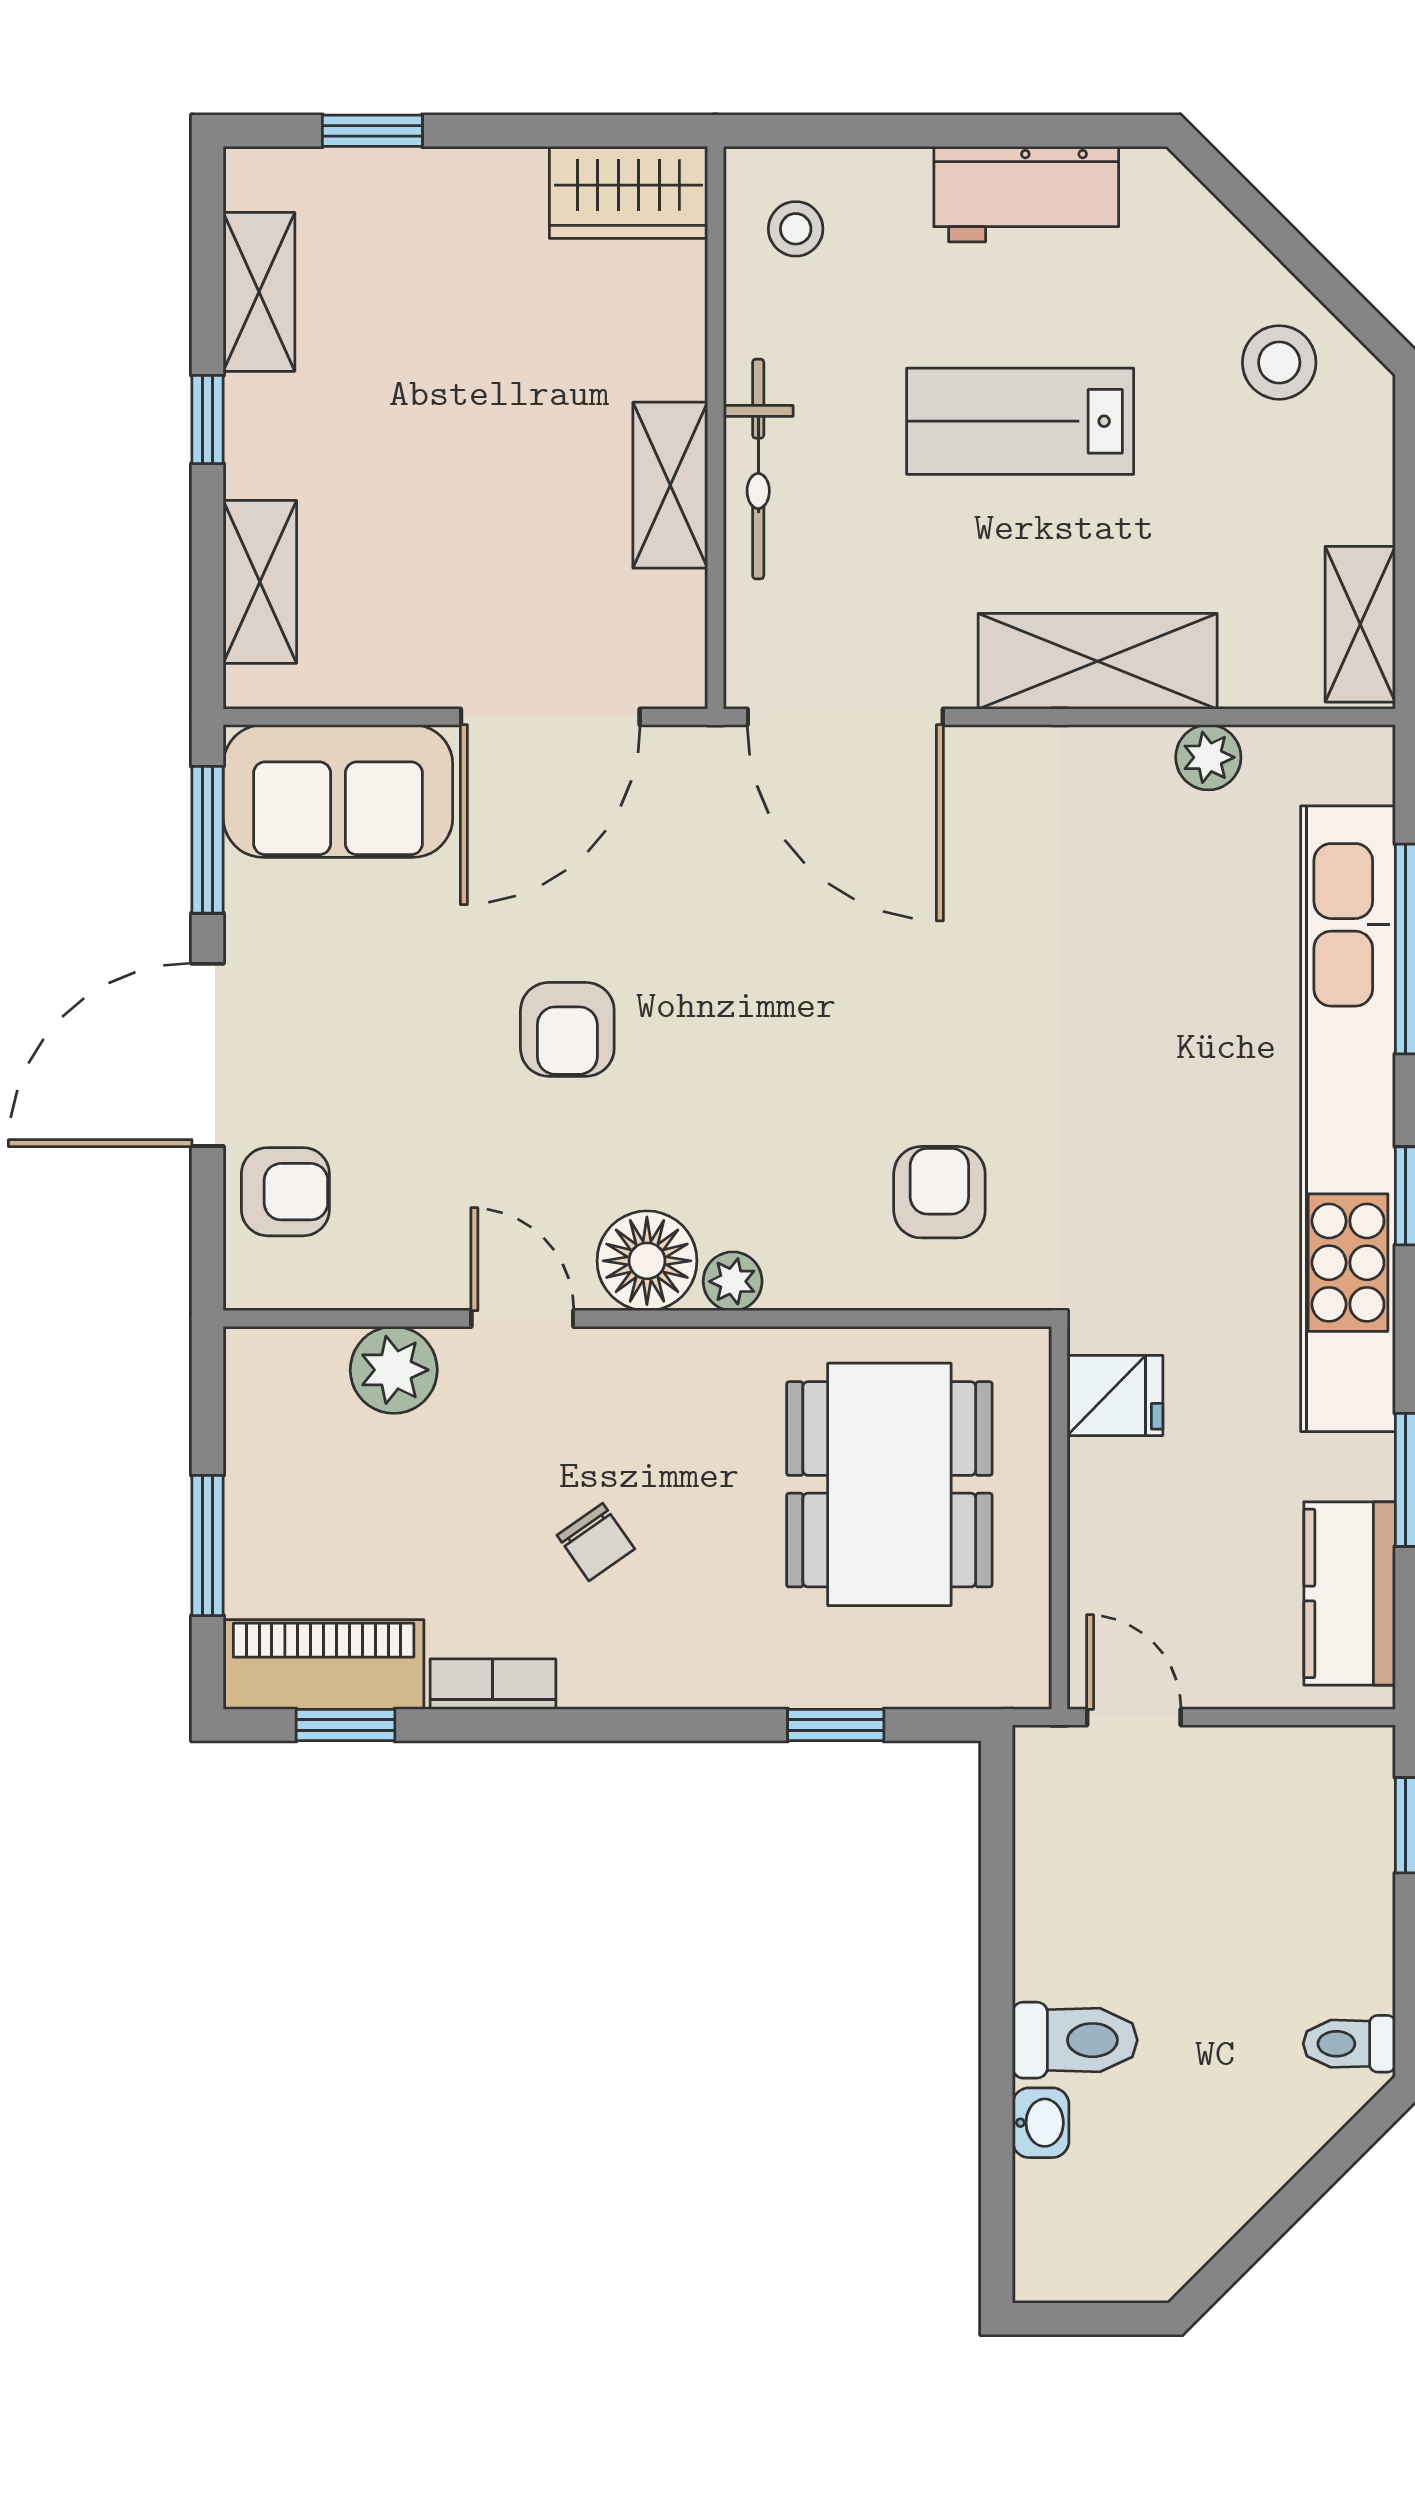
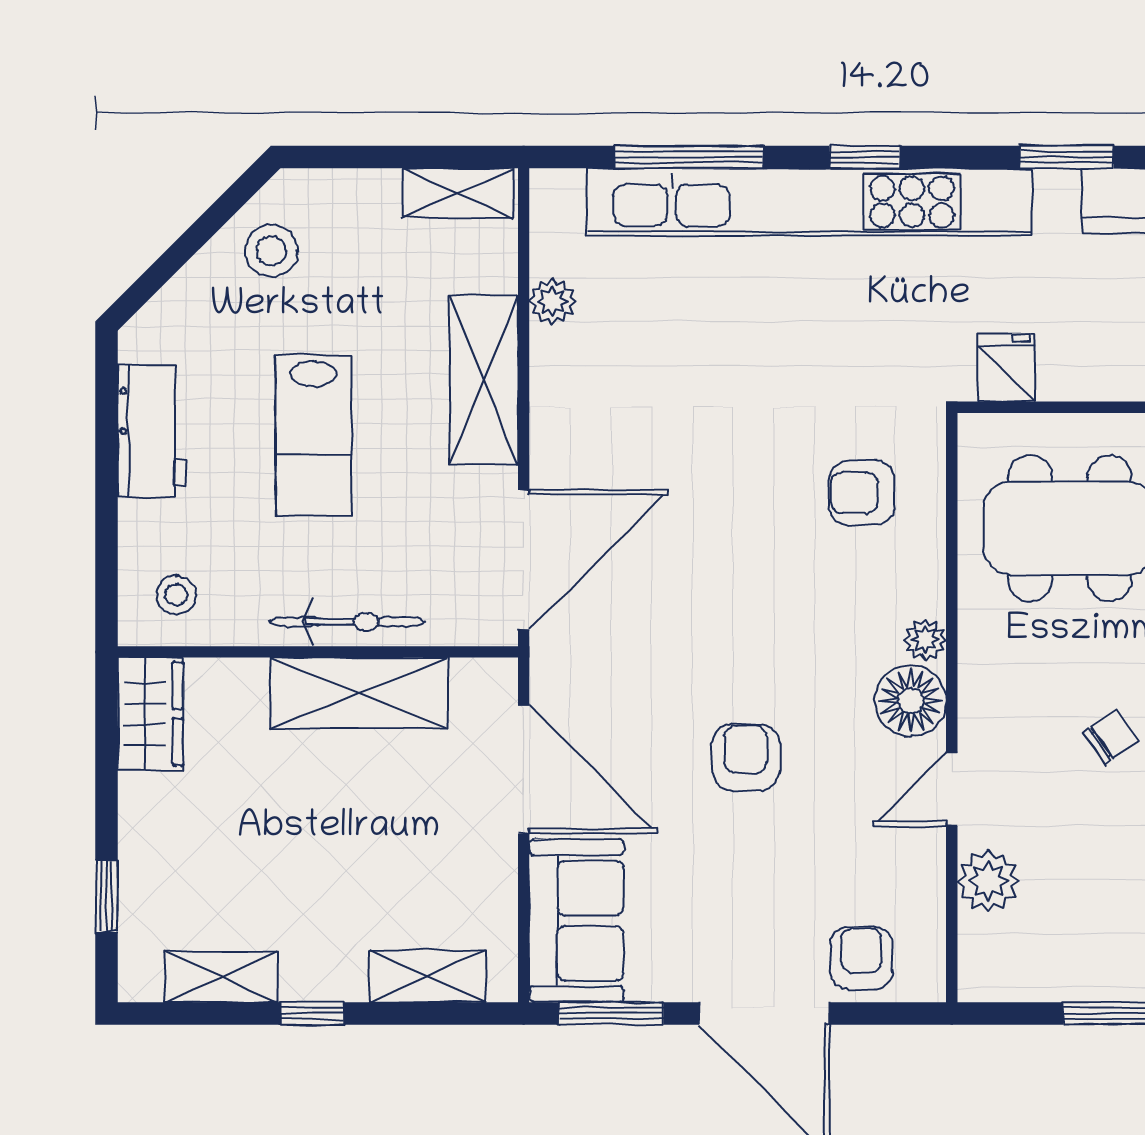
shelving: (670, 485) -> (359, 693), width x1.50, depth x1.33
armchair: (567, 1029) -> (746, 757), turned -90

